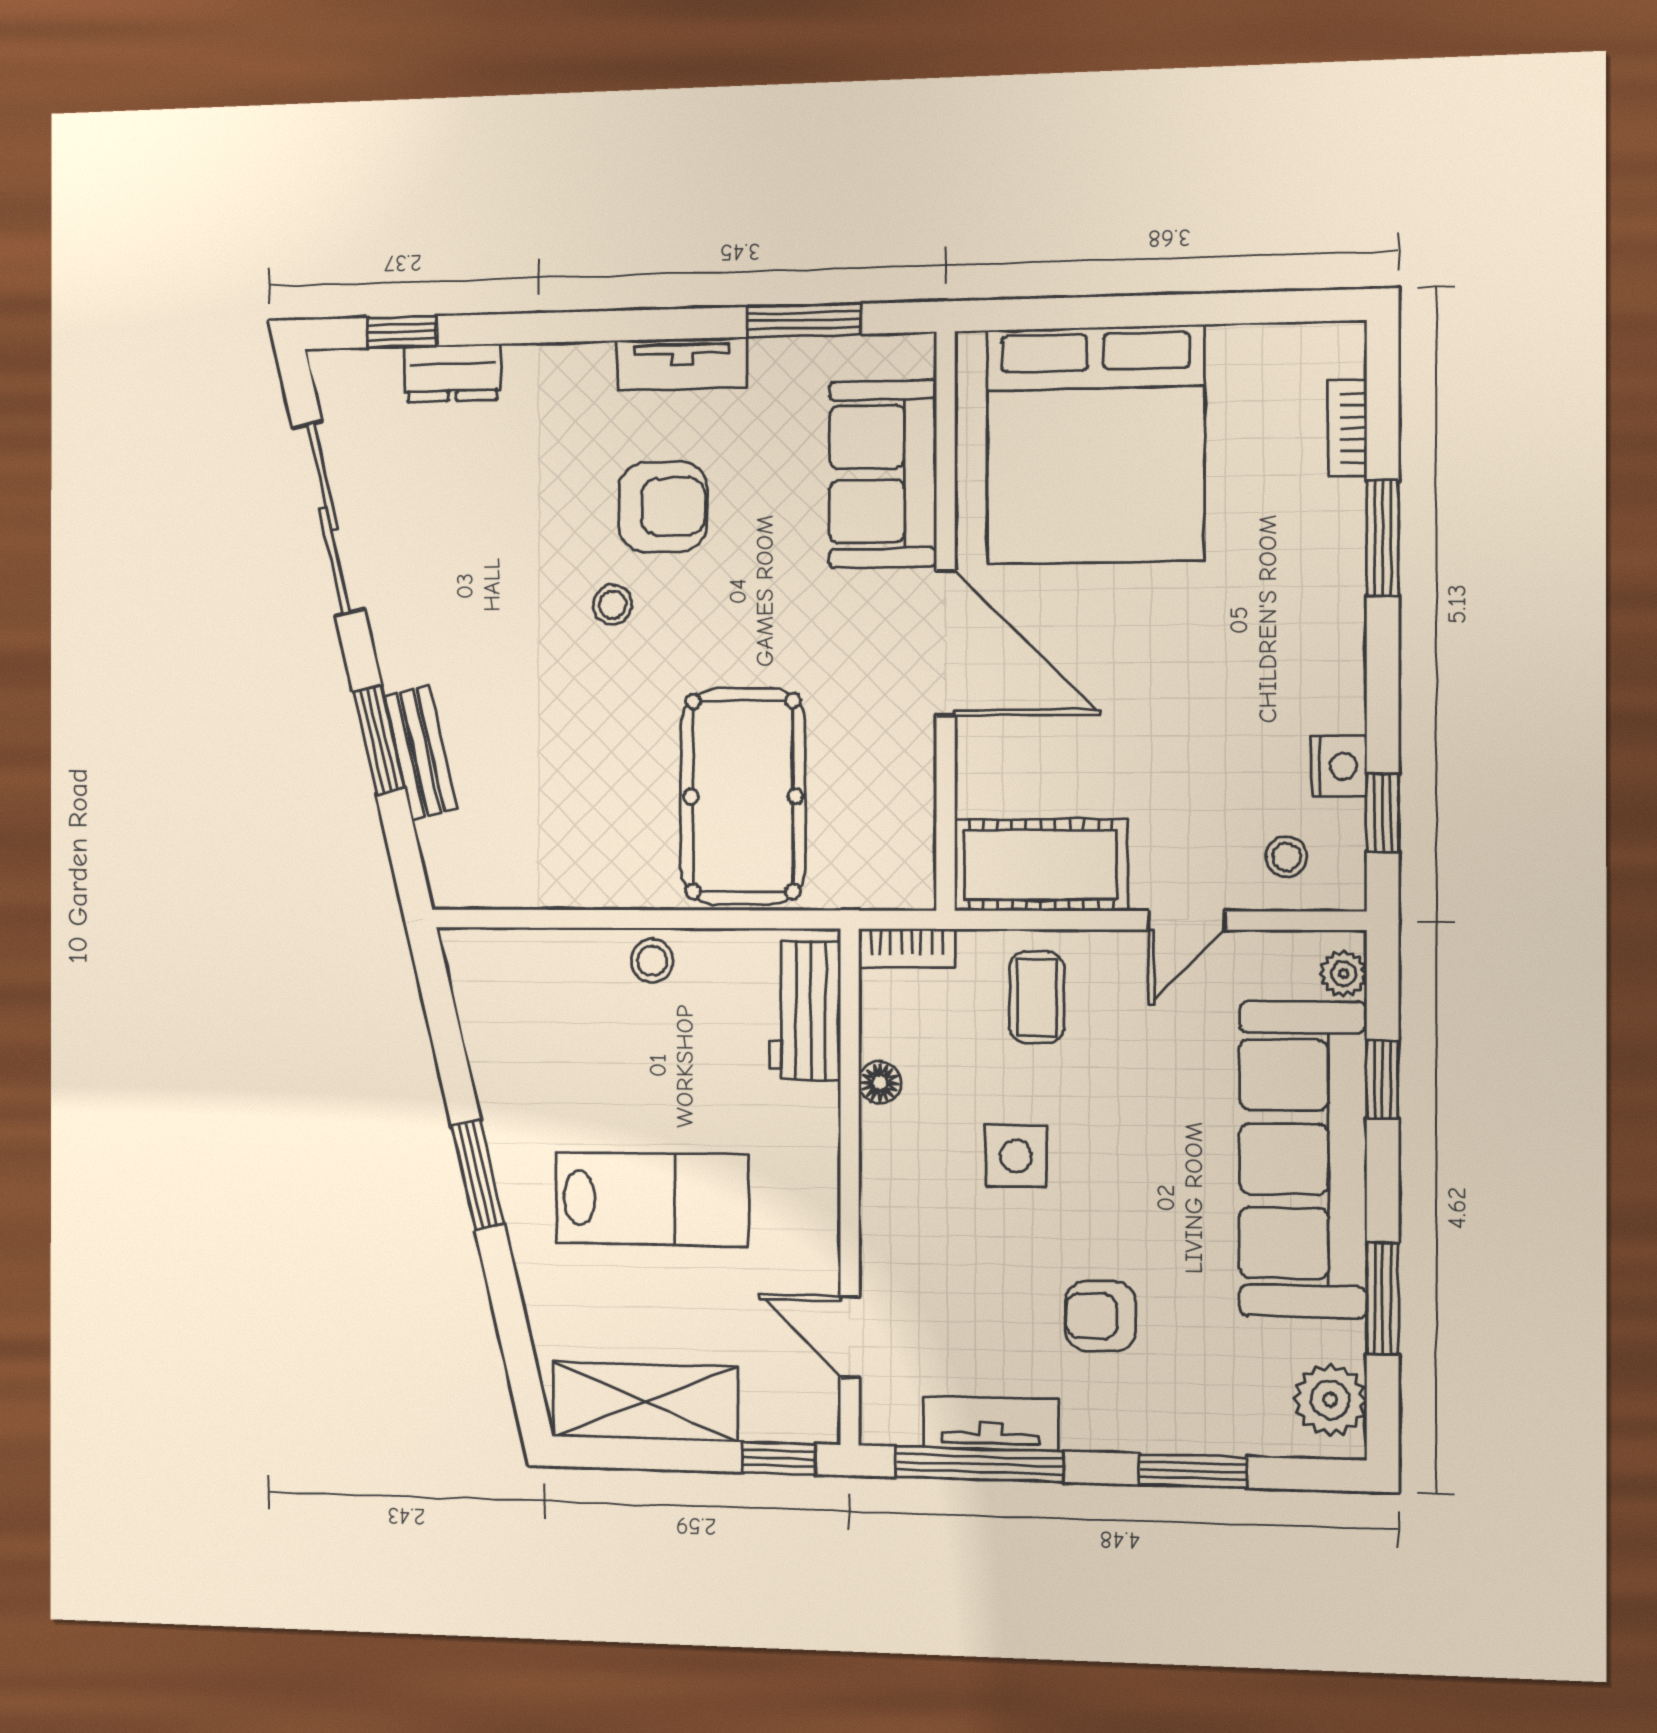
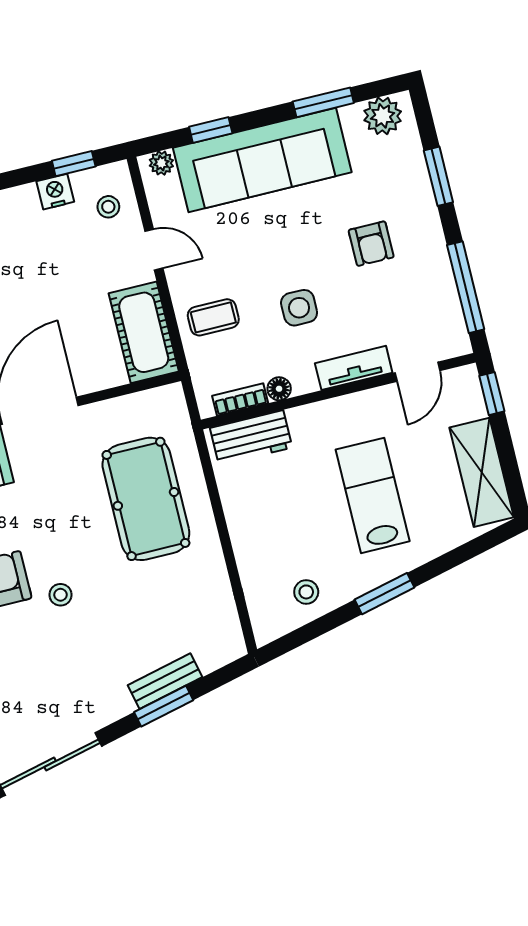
pool table: (743, 796) -> (146, 499), turned 90
bookcase: (907, 948) -> (240, 399), moved, turned -90
stool: (652, 961) -> (306, 592), moved
tv unit: (990, 1424) -> (354, 368), moved, turned 90

